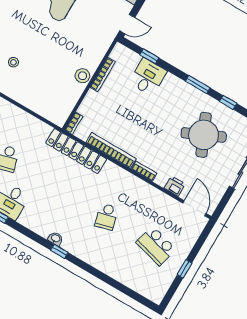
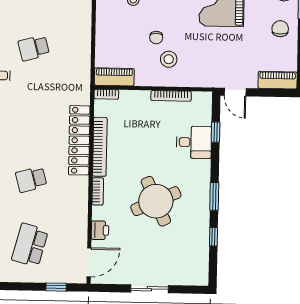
chair: (52, 61) -> (156, 38), added
stool: (82, 76) -> (169, 59), moved
piano: (64, 110) -> (114, 77), added
round table: (204, 135) -> (156, 201), moved
locker: (76, 151) -> (79, 140), moved
window: (184, 269) -> (56, 287), moved

